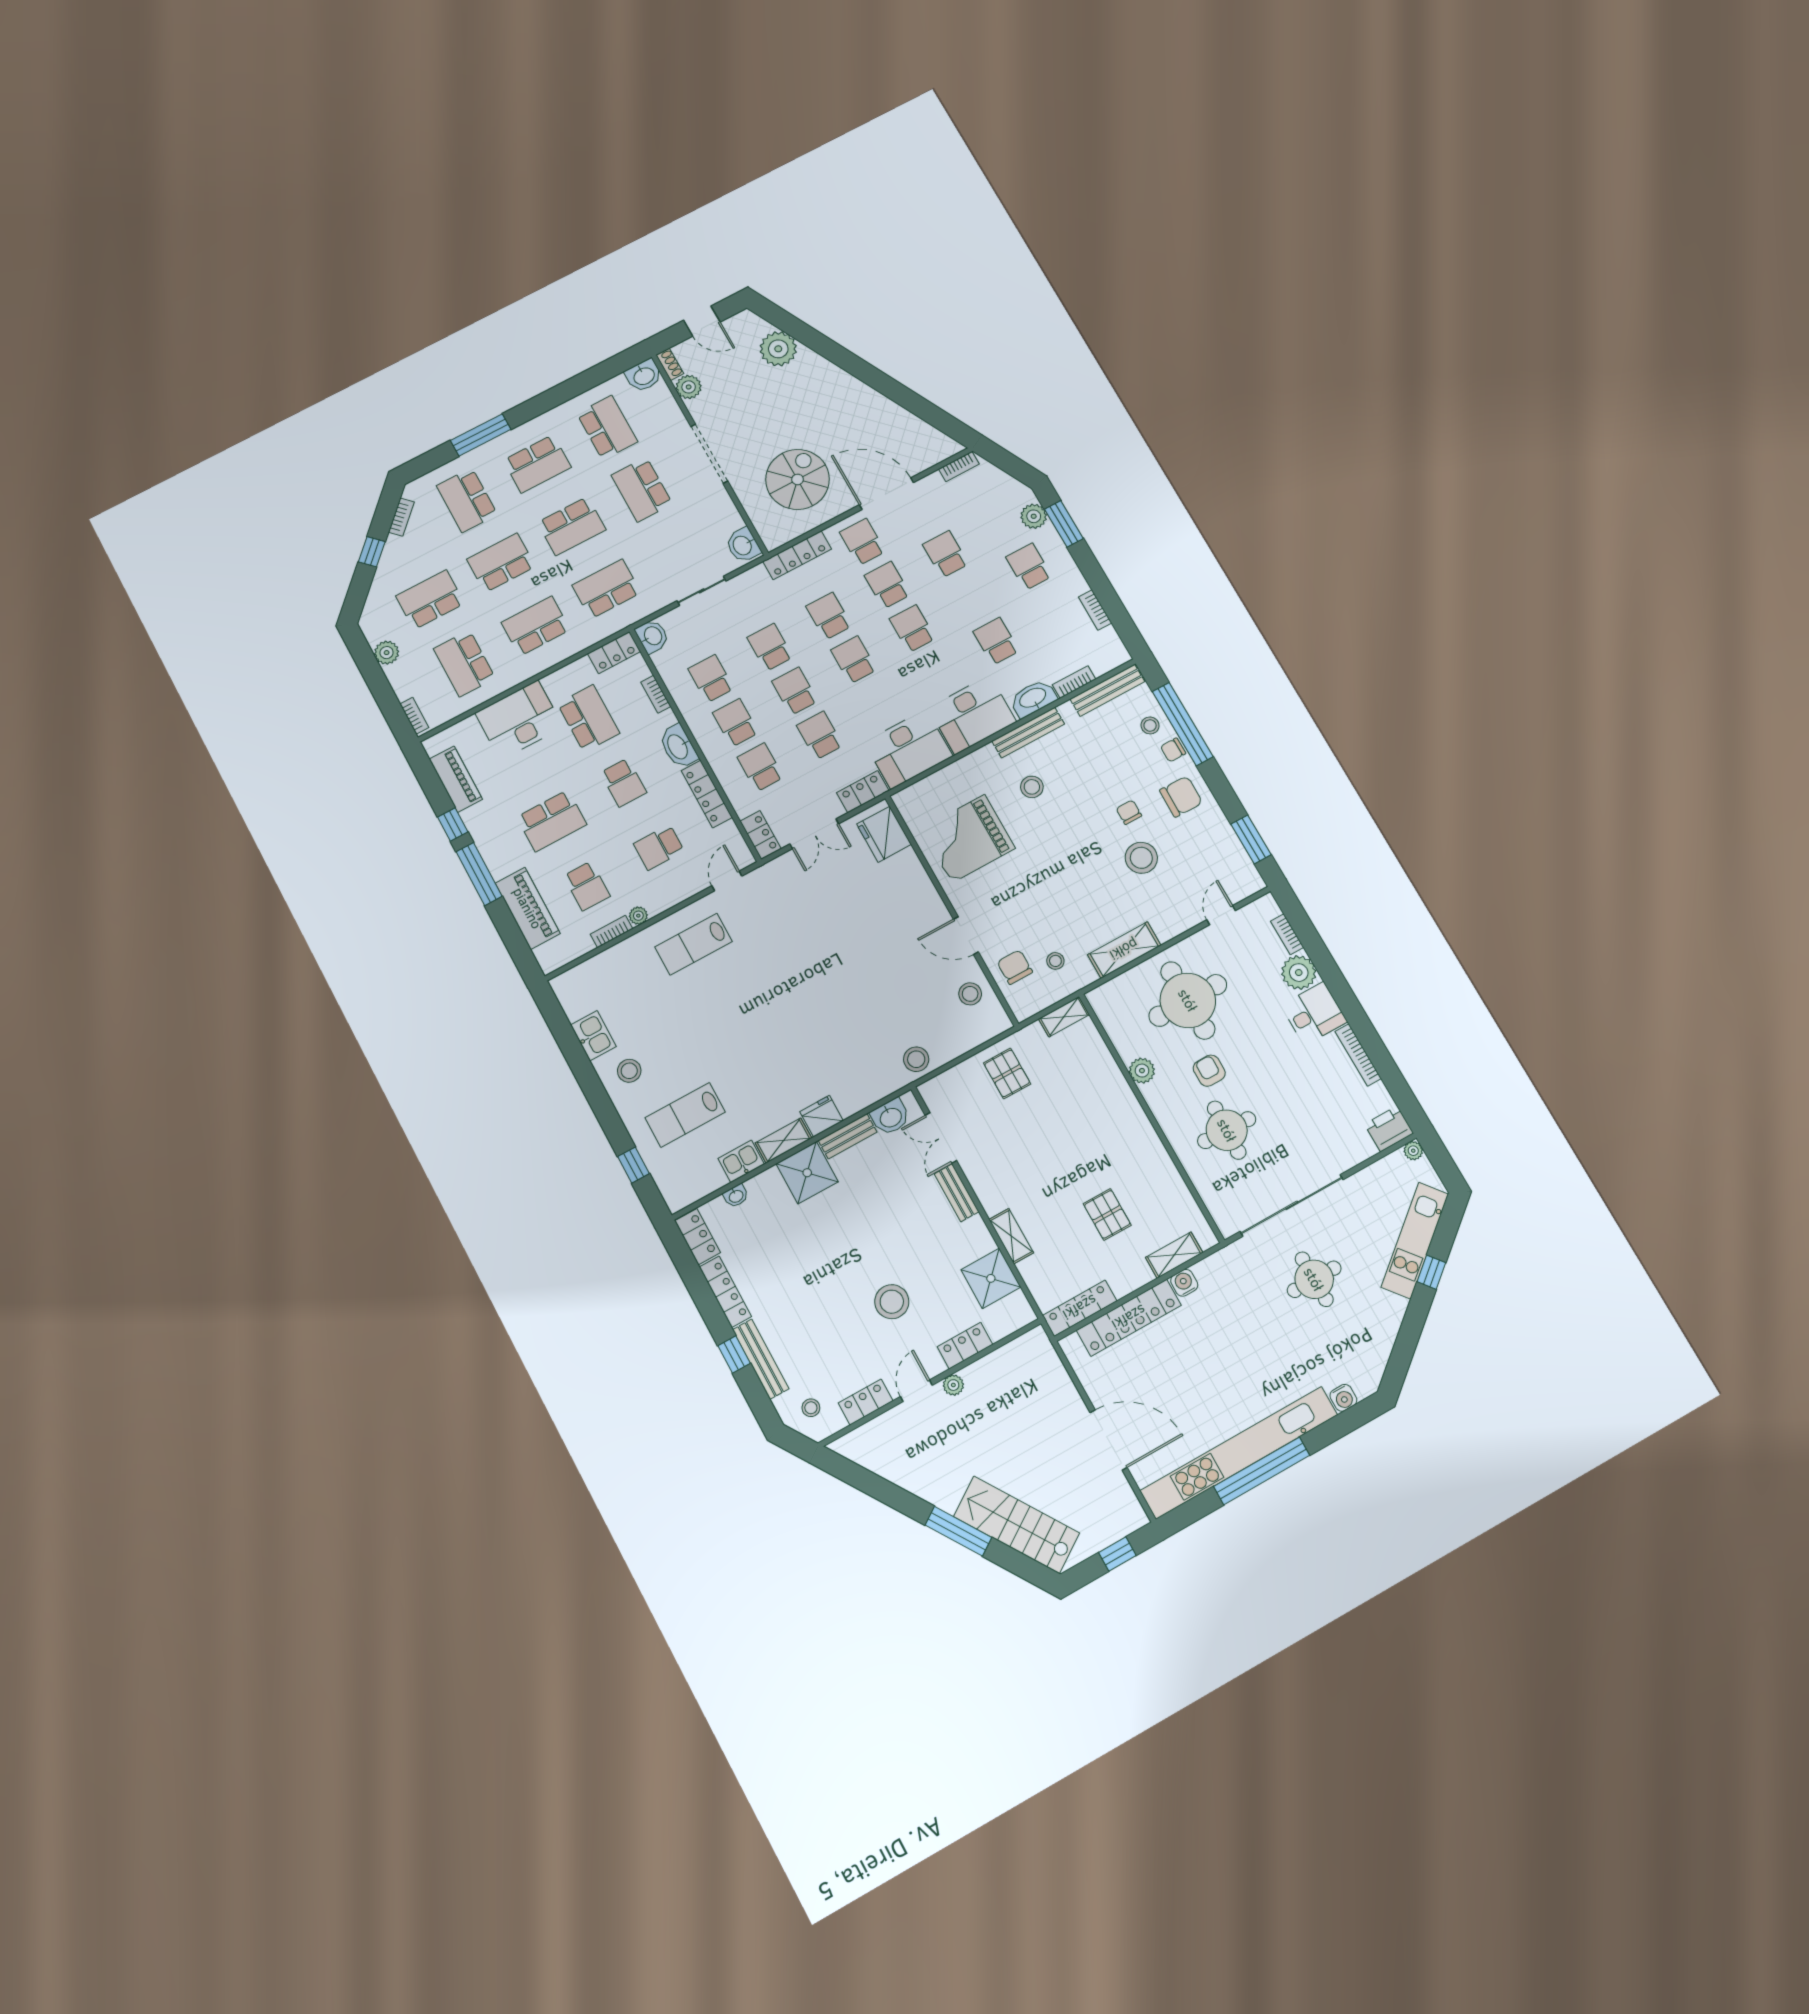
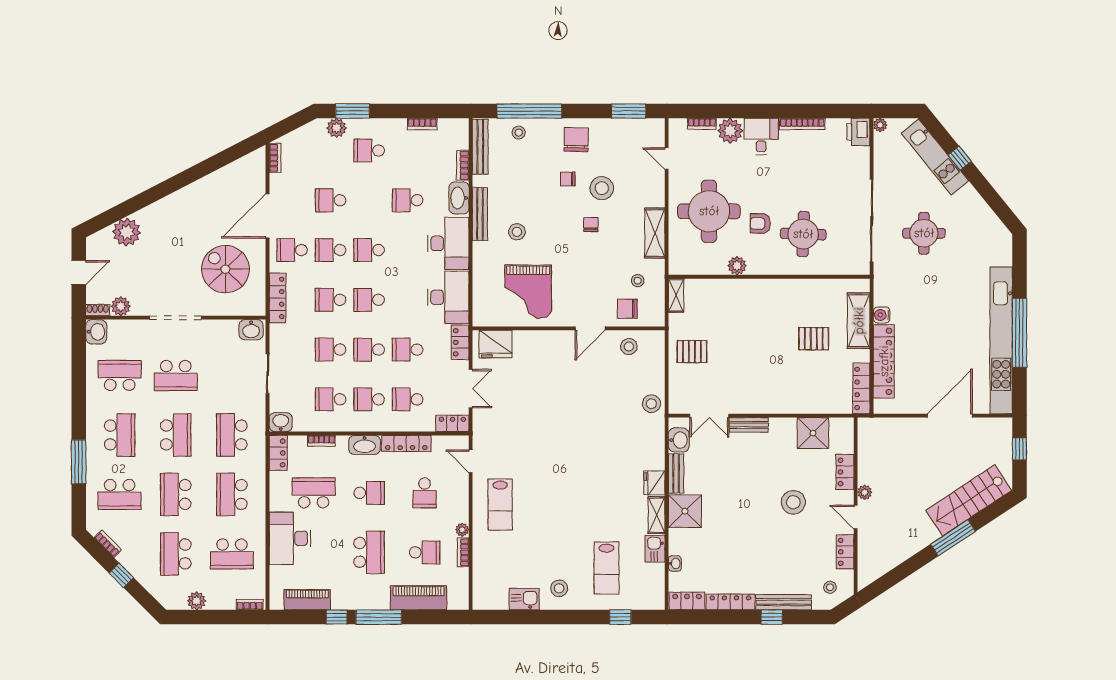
chair: (1173, 750) -> (591, 224), moved, turned 180
shelving: (1011, 1236) -> (794, 406), removed
shelving: (1174, 1255) -> (859, 321), width x1.50, depth x1.33
water cooler: (1343, 1398) -> (1004, 257), removed

